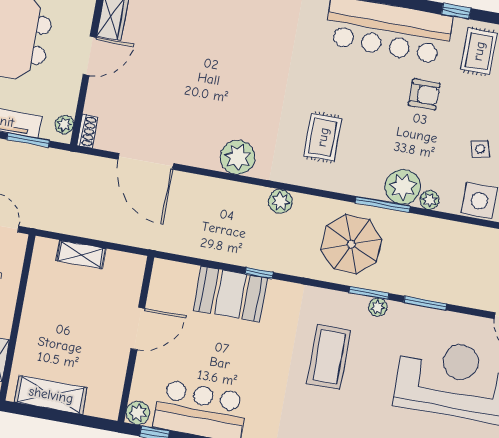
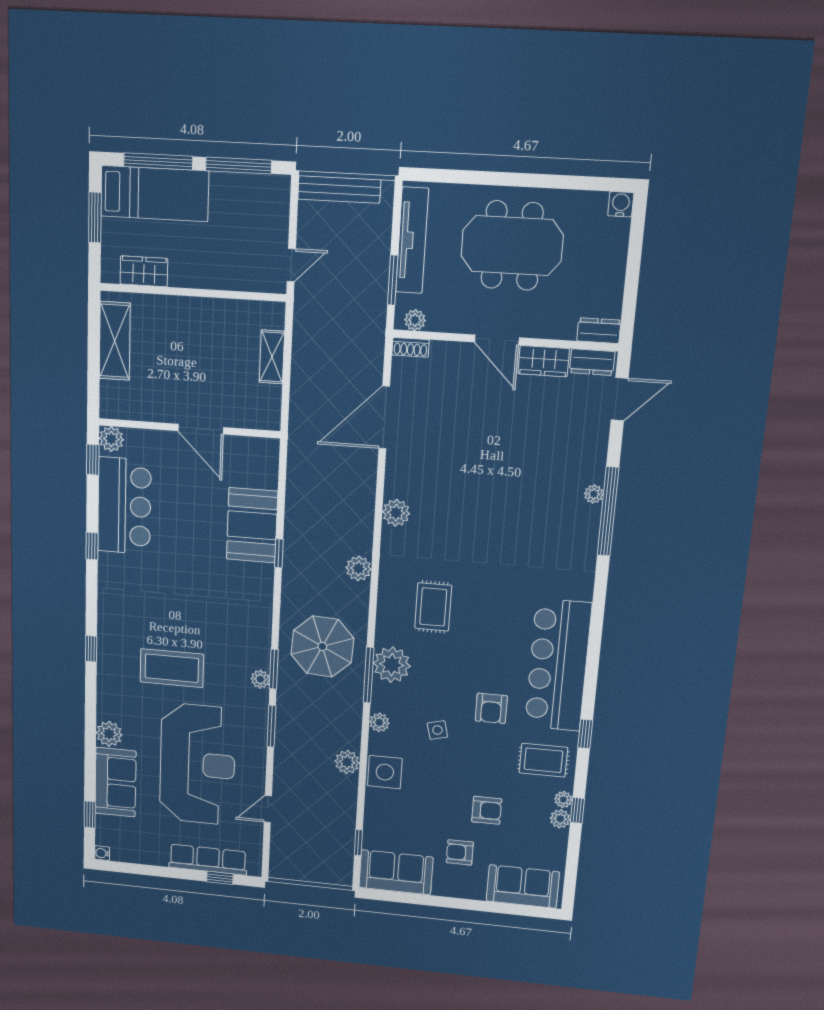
rug: (323, 137) -> (433, 607), turned 90
side table: (480, 149) -> (437, 730), moved
plant: (238, 157) -> (396, 513), width x0.73, depth x0.73
plant: (403, 187) -> (392, 665), moved
plant: (467, 235) -> (347, 762), added
coffee table: (329, 357) -> (172, 668), moved

